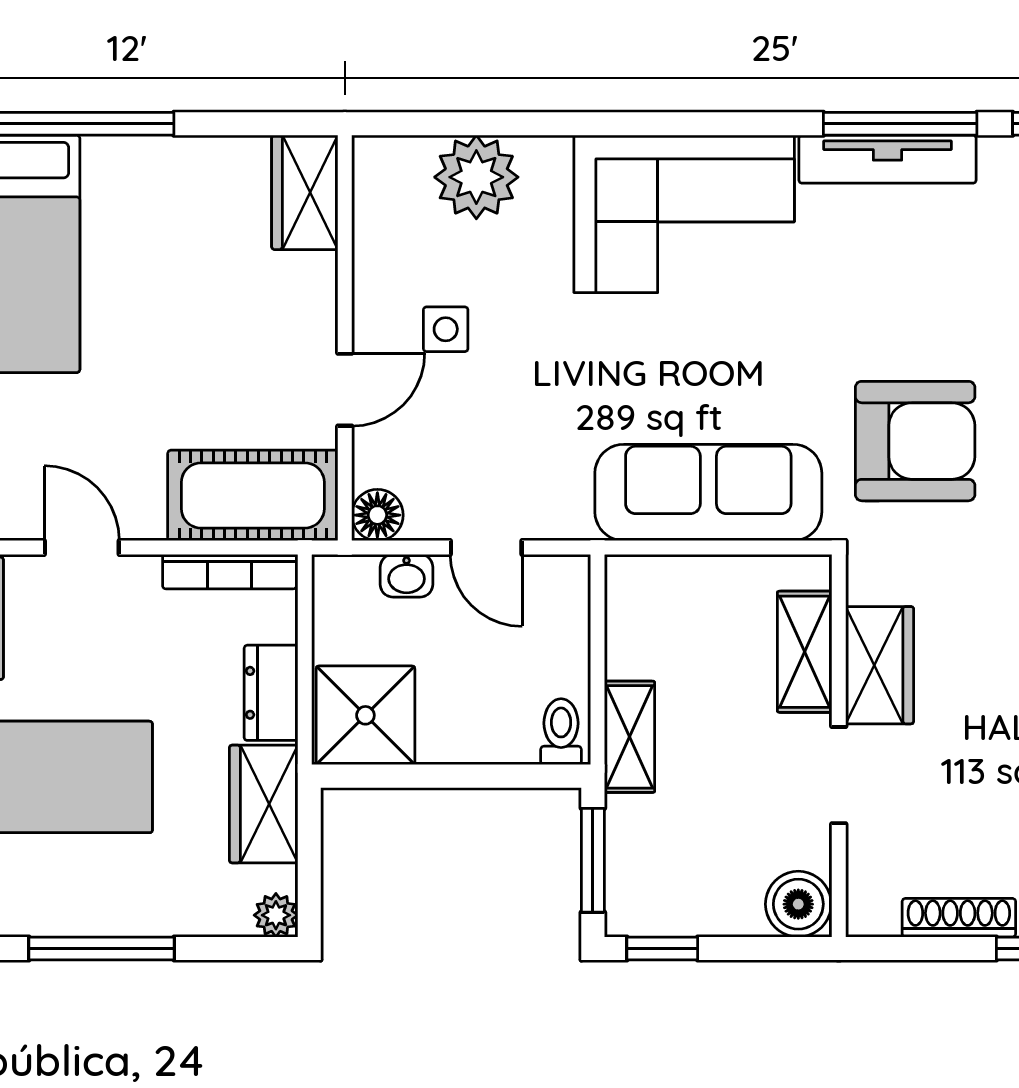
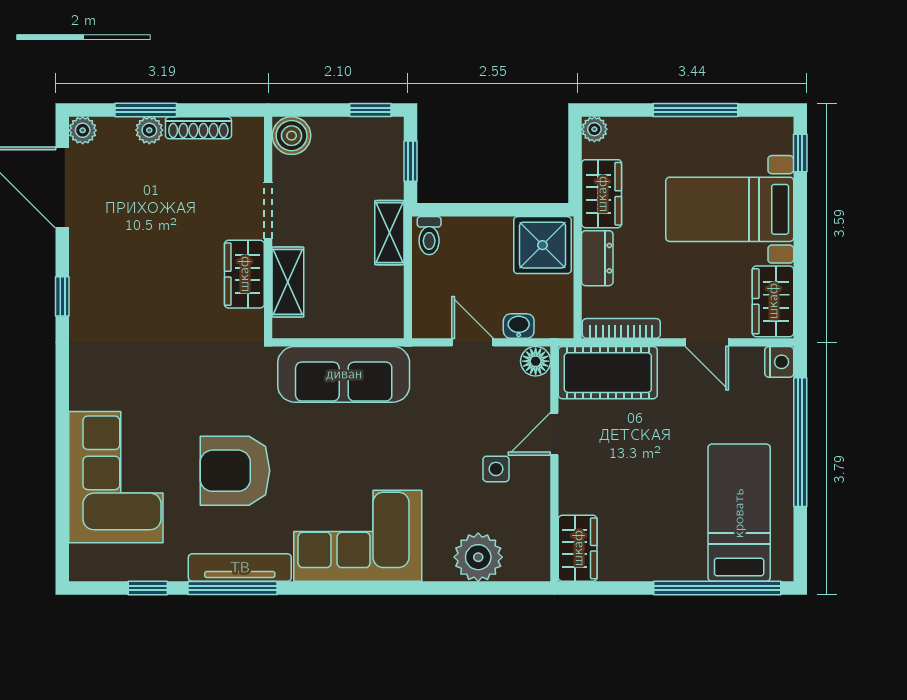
armchair: (915, 441) -> (235, 471), moved
window: (593, 860) -> (411, 161), width x0.67

